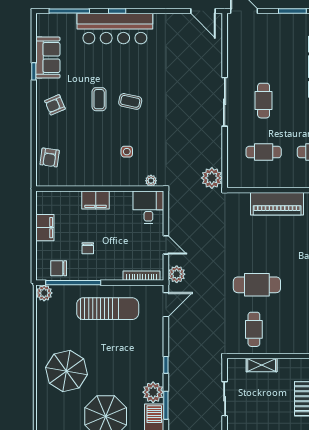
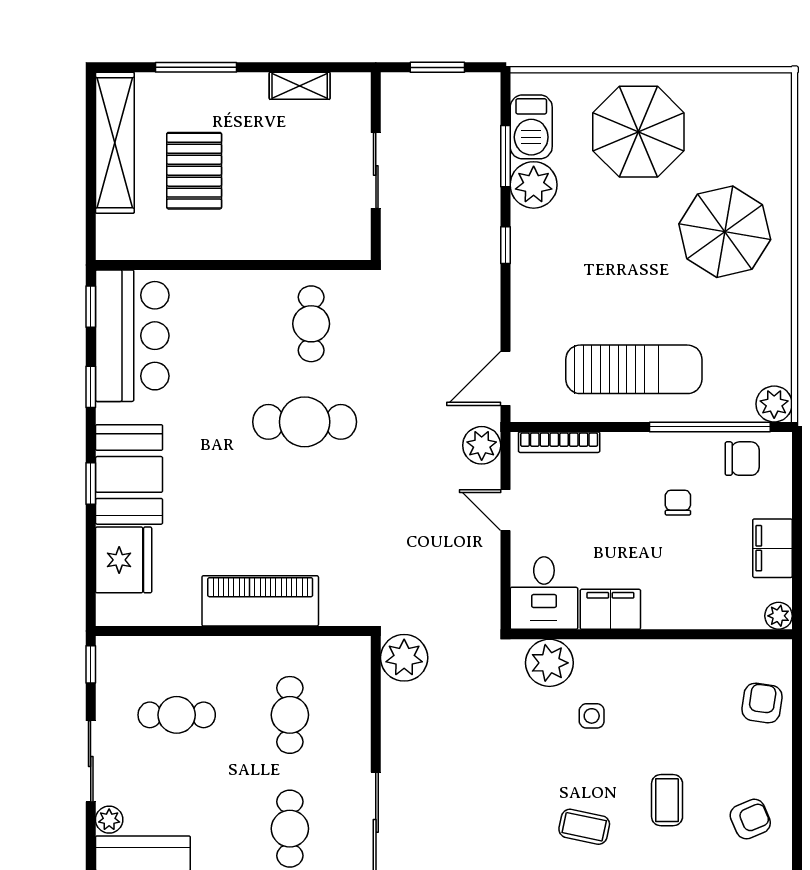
coffee table: (99, 99) -> (667, 800), moved
cafe table: (264, 152) -> (290, 715), turned 90
plant: (151, 181) -> (549, 663), width x1.88, depth x1.88
plant: (42, 197) -> (778, 616), added
filing cabinet: (96, 200) -> (610, 609), moved
sun lounger: (108, 309) -> (634, 369), turned 180
shelving: (262, 365) -> (294, 245), removed

